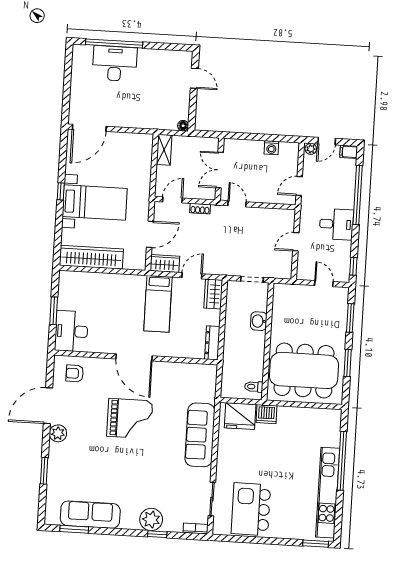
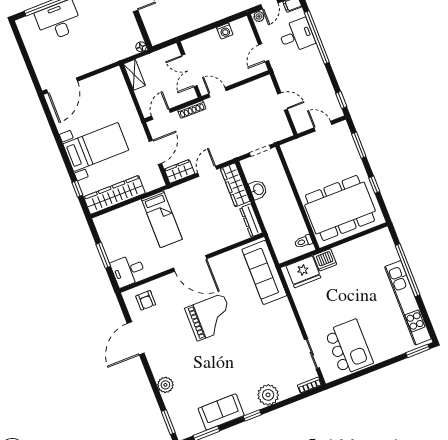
window: (61, 191) -> (77, 189), moved
shoe rack: (200, 209) -> (192, 109), width x1.43
desk: (336, 224) -> (297, 36), moved
door: (296, 242) -> (283, 102), swing flipped
wardrobe: (213, 294) -> (235, 185), width x1.50
bed: (158, 304) -> (162, 219), moved
washbasin: (259, 321) -> (258, 190), moved, turned 180
desk: (71, 331) -> (128, 270), width x0.73
window: (348, 363) -> (374, 185), width x0.67
armchair: (75, 373) -> (146, 300), turned -90
plant: (58, 433) -> (165, 385), moved
sofa: (200, 435) -> (264, 272), moved
window: (44, 471) -> (168, 422), moved
kitchen island: (251, 509) -> (349, 347), turned 180
sofa: (90, 515) -> (221, 412), width x0.73
window: (157, 534) -> (252, 415), moved

